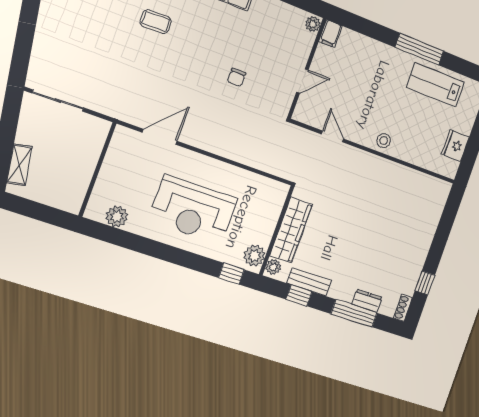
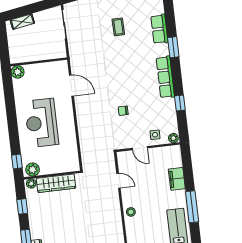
coffee table: (156, 22) -> (118, 27), moved
filing cabinet: (331, 34) -> (177, 179), moved, width x2.00
side table: (295, 49) -> (155, 135), added
door: (333, 136) -> (118, 181), hinge flipped
plant: (117, 216) -> (18, 72), moved
bench: (309, 282) -> (32, 208), removed

